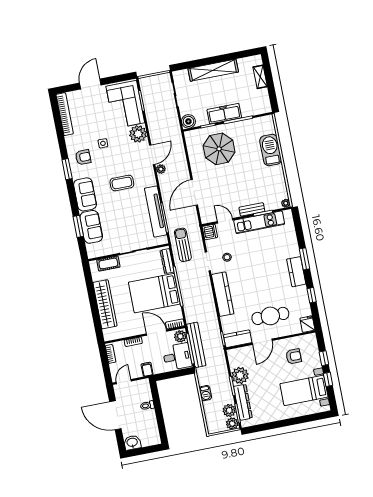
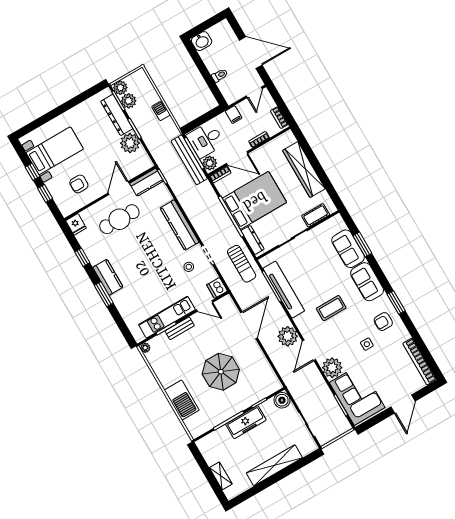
parasol: (219, 149) -> (221, 372), moved
plant: (161, 169) -> (288, 336), width x1.87, depth x1.87
washbasin: (132, 443) -> (202, 41), moved

